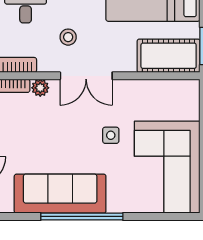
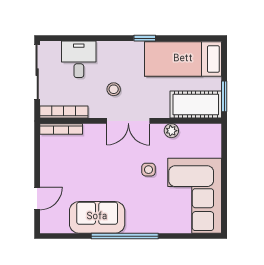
plant: (40, 88) -> (171, 131), moved
sofa: (60, 194) -> (97, 217), width x0.73

